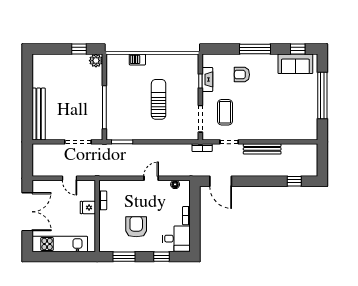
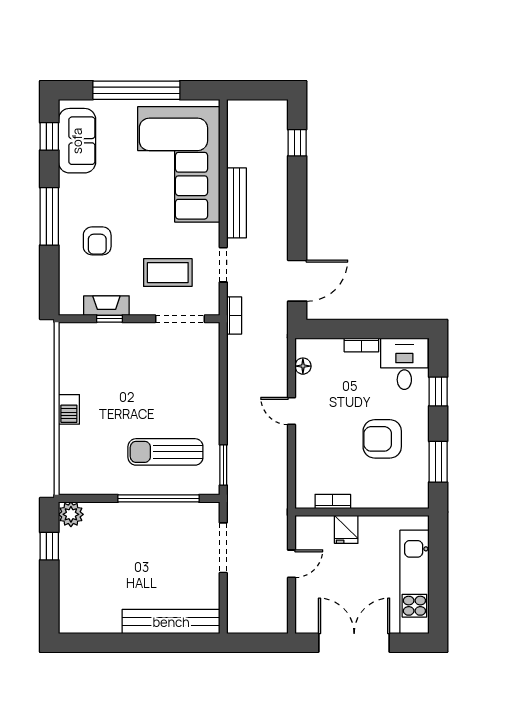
barbecue: (137, 59) -> (69, 409), moved
sun lounger: (159, 99) -> (165, 452), moved
corner sofa: (283, 118) -> (179, 164), added

